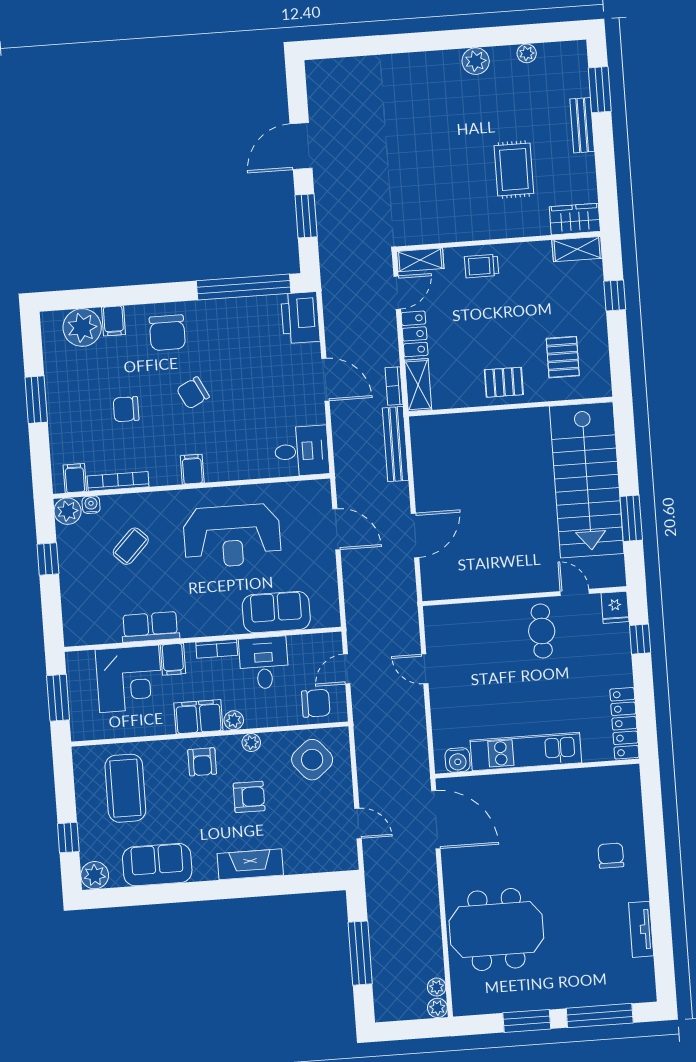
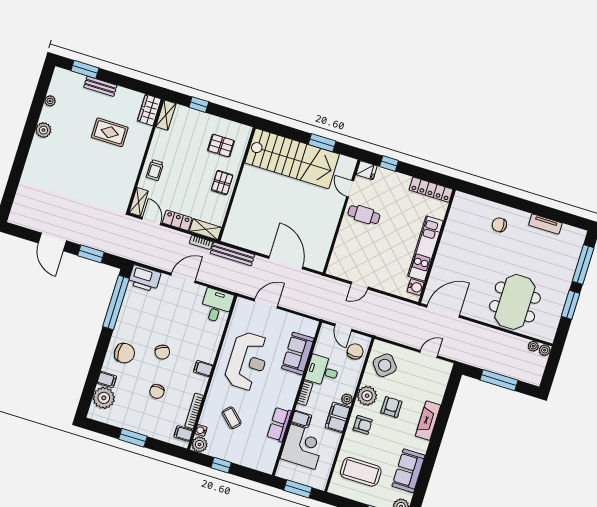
door: (415, 536) -> (286, 263), width x1.36
door: (575, 592) -> (350, 189), hinge flipped
plant: (251, 743) -> (367, 396), width x1.88, depth x1.88

